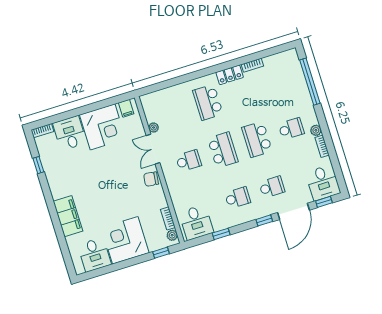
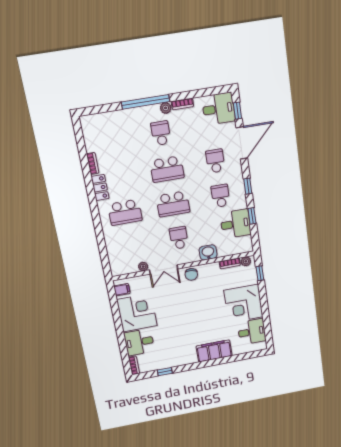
window: (310, 82) -> (146, 102), moved
school desk: (223, 150) -> (173, 204), turned 180
washbasin: (177, 193) -> (208, 252), added
door: (293, 211) -> (242, 143), hinge flipped
window: (264, 220) -> (248, 186), moved
desk: (196, 222) -> (236, 224), moved

